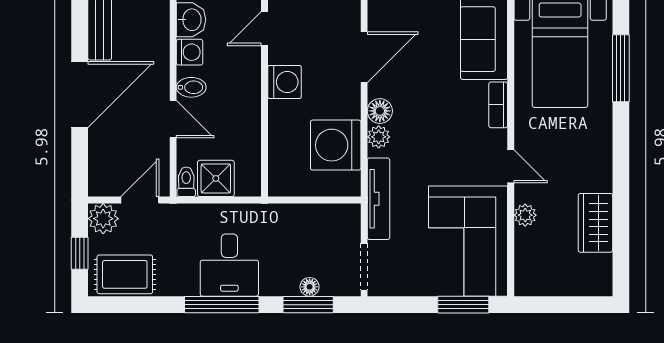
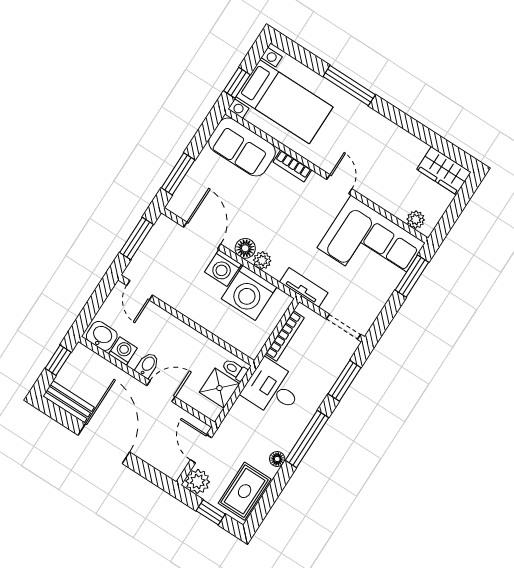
window: (621, 68) -> (349, 86), moved
washing machine: (285, 82) -> (223, 268), moved, turned 180
door: (511, 166) -> (339, 184), hinge flipped
toilet: (186, 182) -> (235, 370), moved
tv unit: (378, 199) -> (304, 287), width x0.71
bookcase: (315, 212) -> (285, 336), added
plant: (525, 215) -> (416, 220), moved
wardrobe: (595, 223) -> (444, 171), moved
desk: (229, 265) -> (273, 389), moved, turned 180
floor lamp: (310, 287) -> (277, 459), moved

